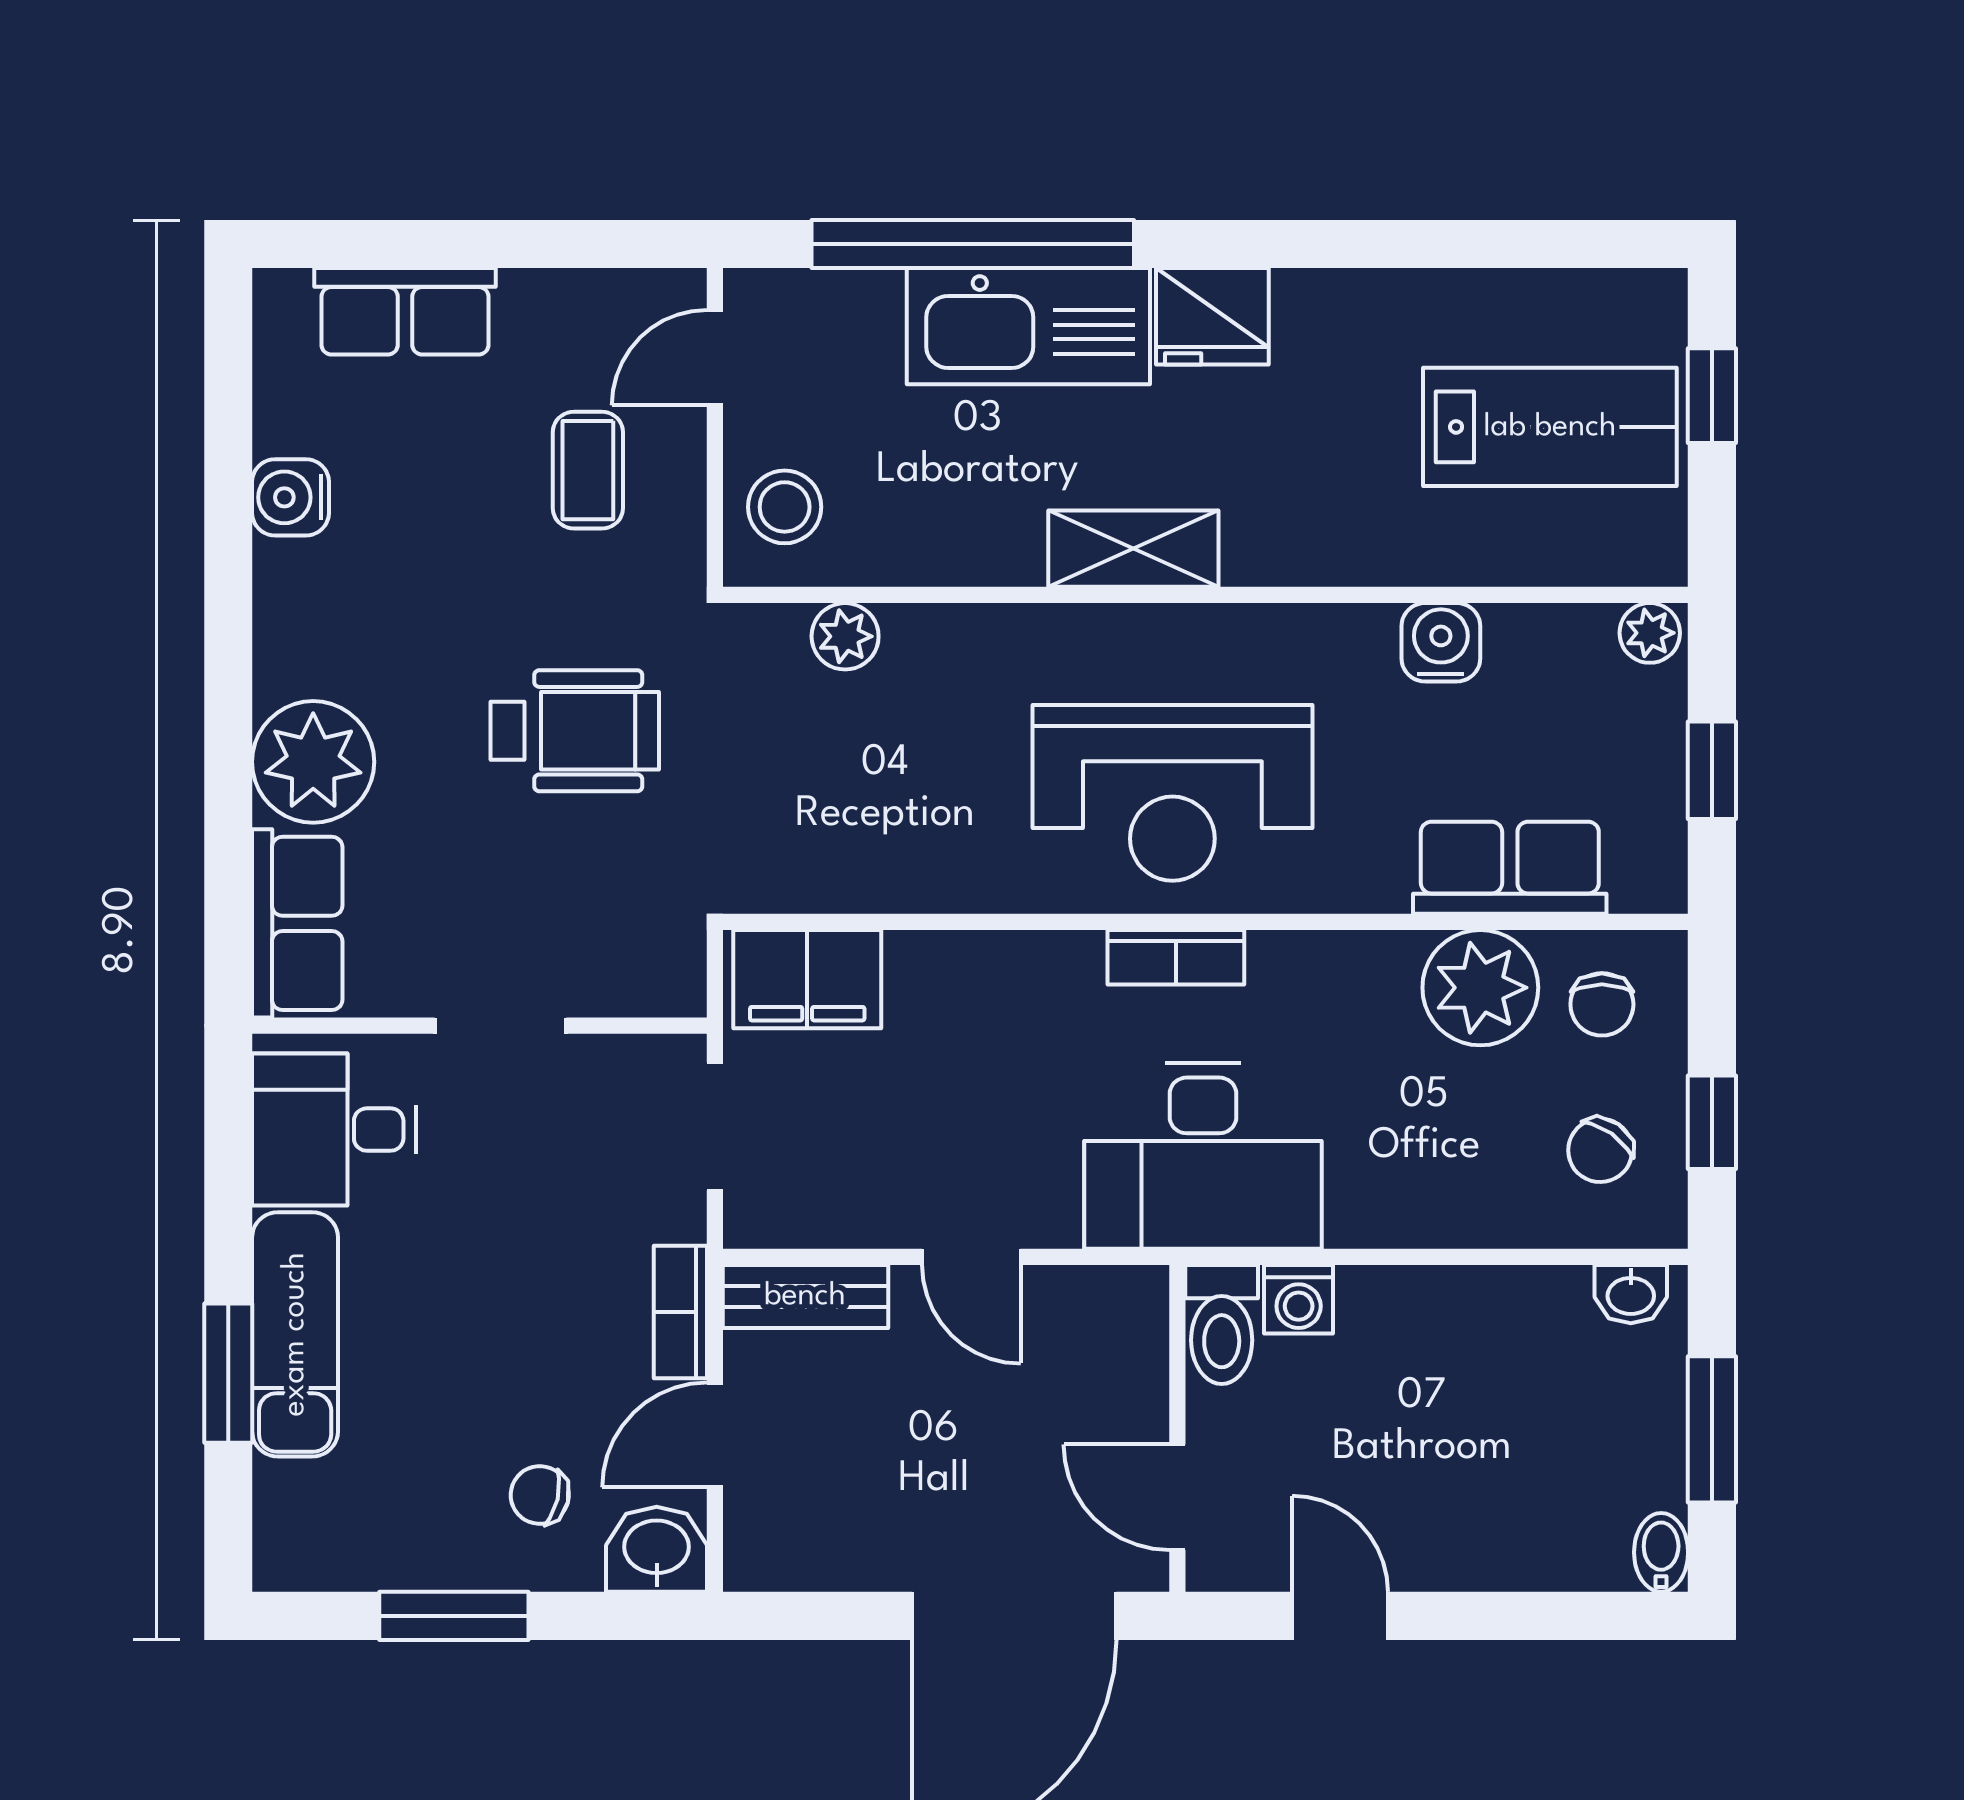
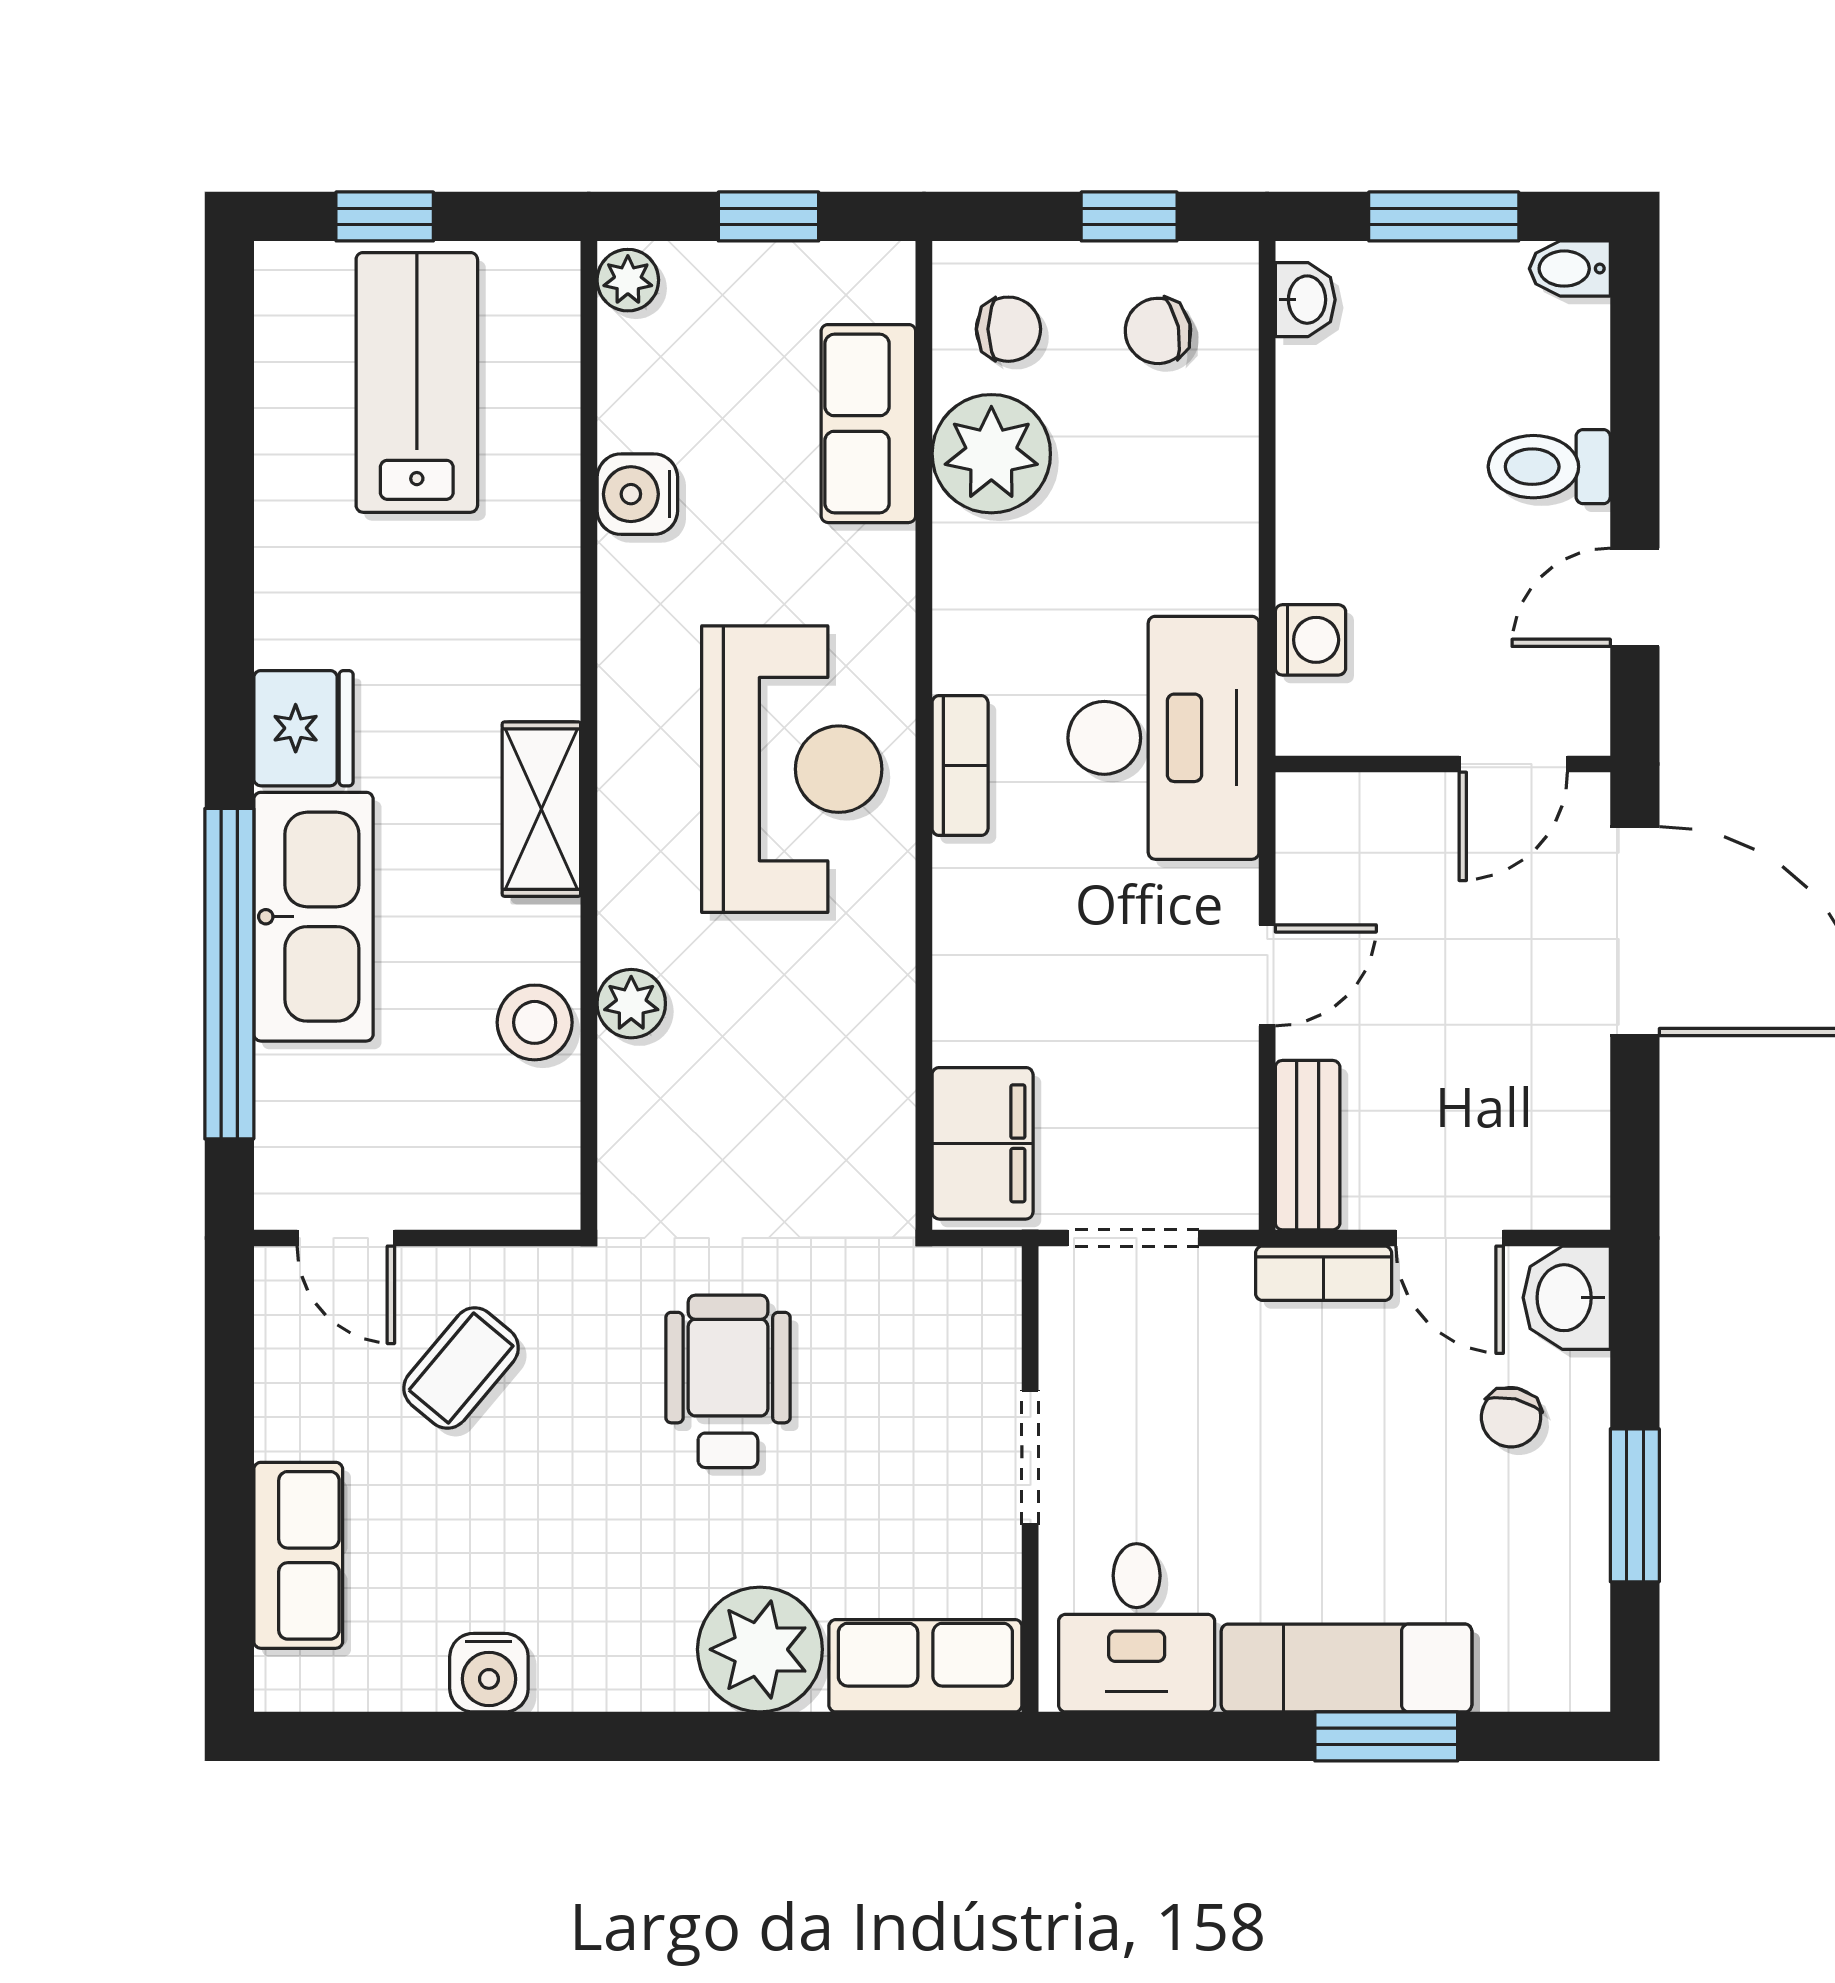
coffee table: (588, 470) -> (461, 1368), turned -50
stool: (785, 507) -> (535, 1022), moved
plant: (845, 636) -> (631, 1004), moved
chair: (1600, 1150) -> (1158, 331), turned 133
toilet: (1222, 1325) -> (1549, 467), moved, turned 180

